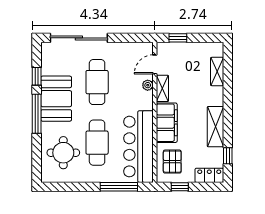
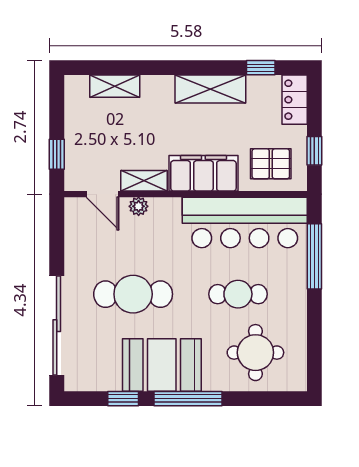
cafe table: (97, 143) -> (238, 294), width x0.73, depth x0.74

